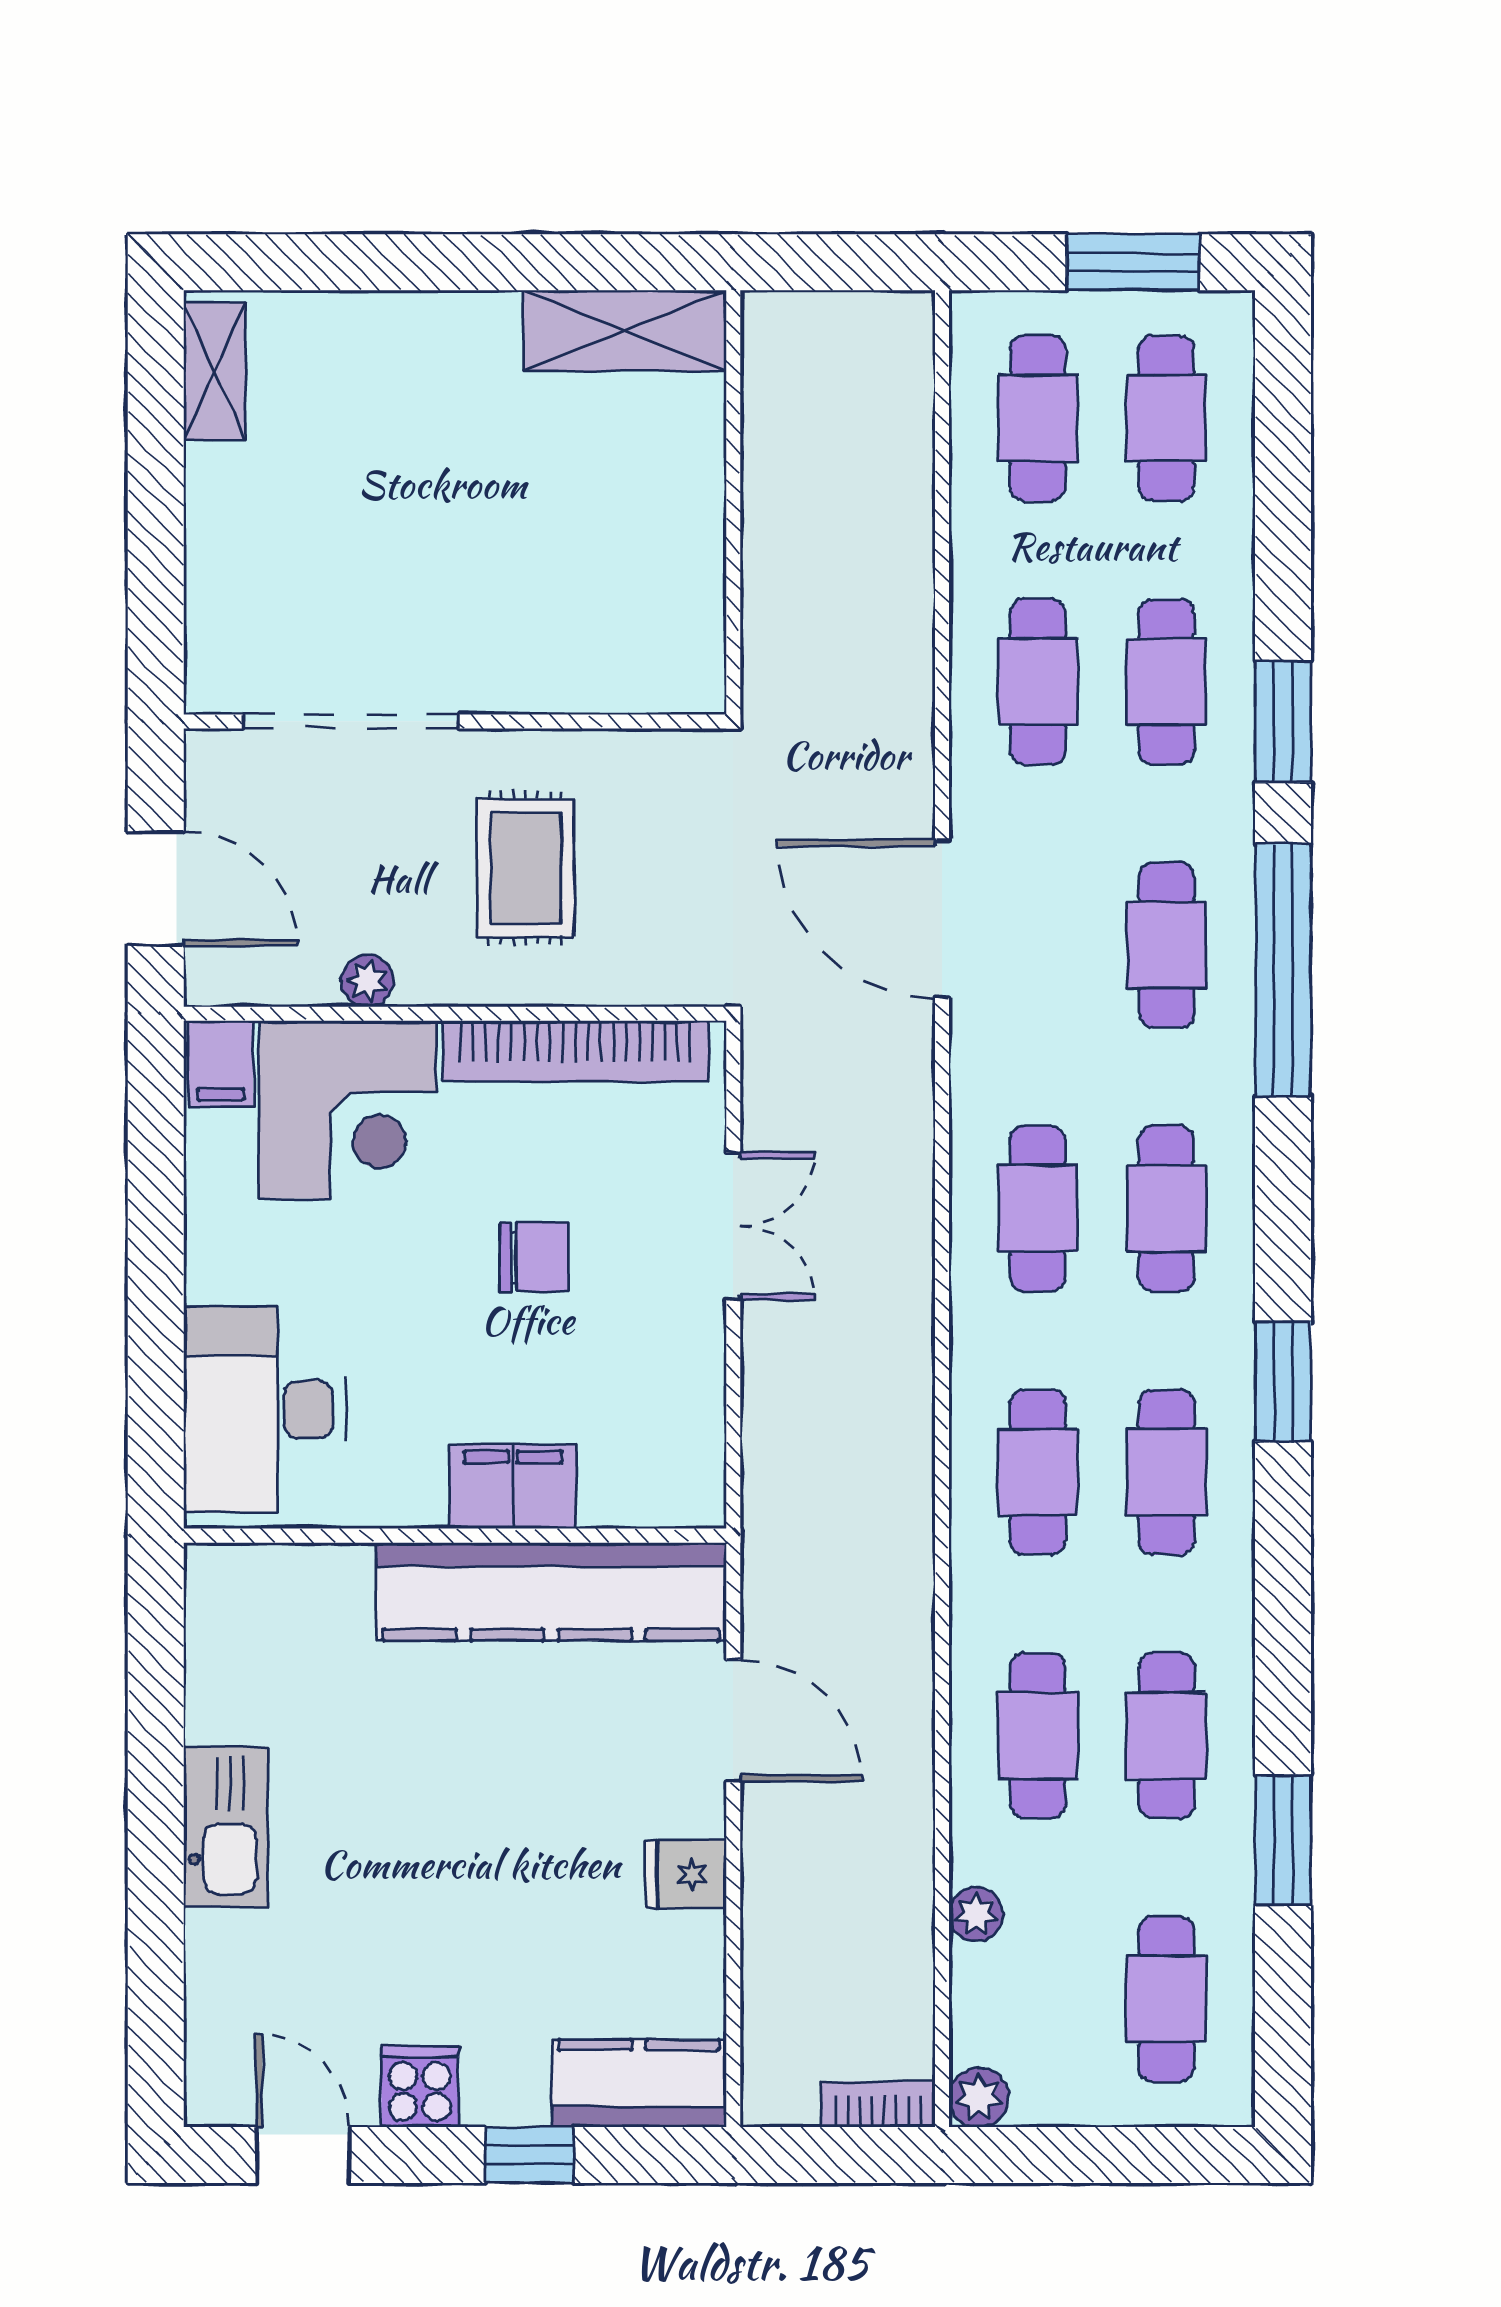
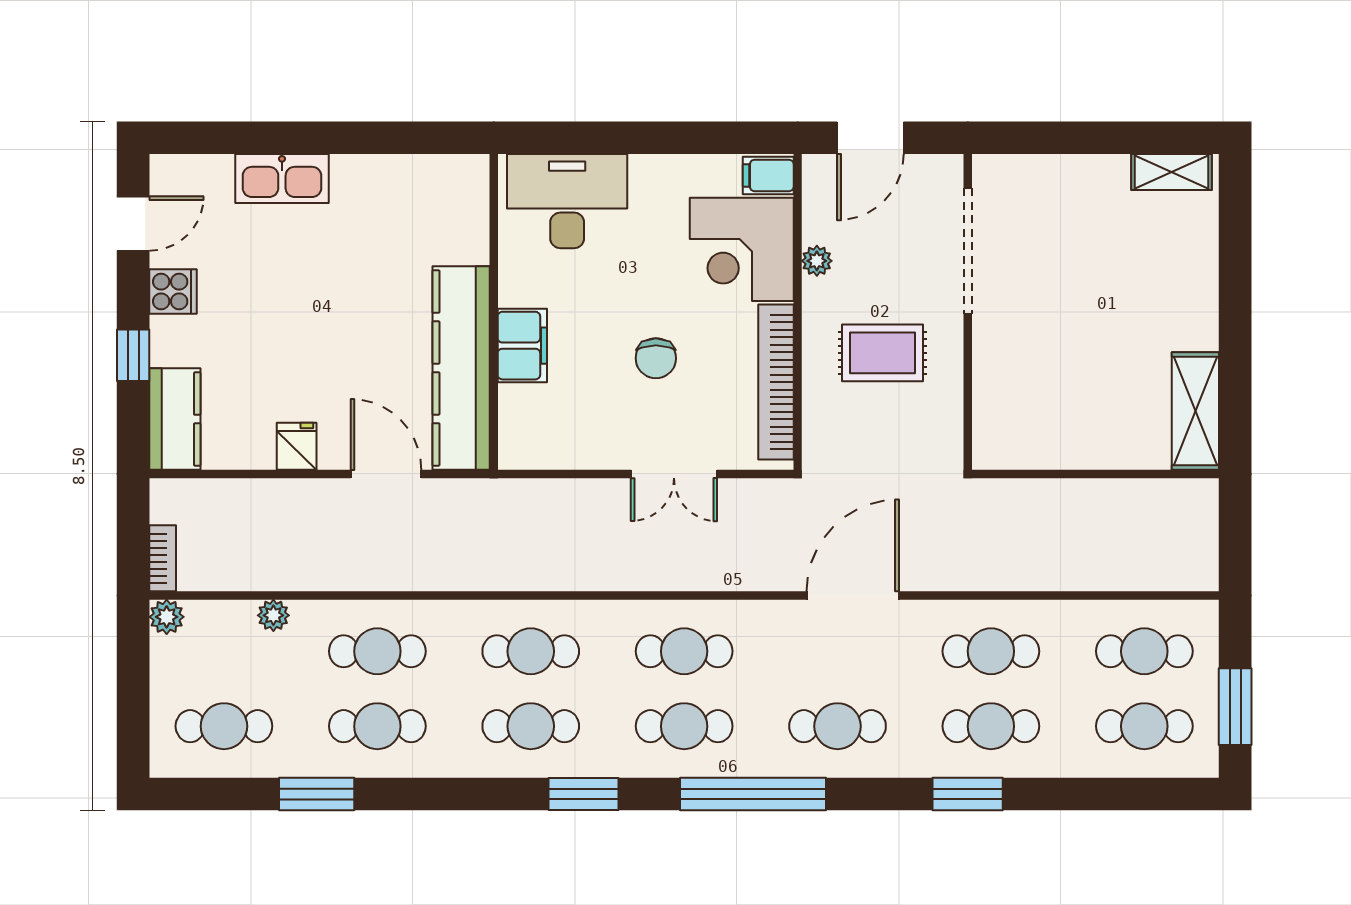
window: (1283, 970) -> (753, 794), moved
door: (733, 1721) -> (386, 474), swing flipped
kitchen sink: (226, 1827) -> (282, 179), moved

